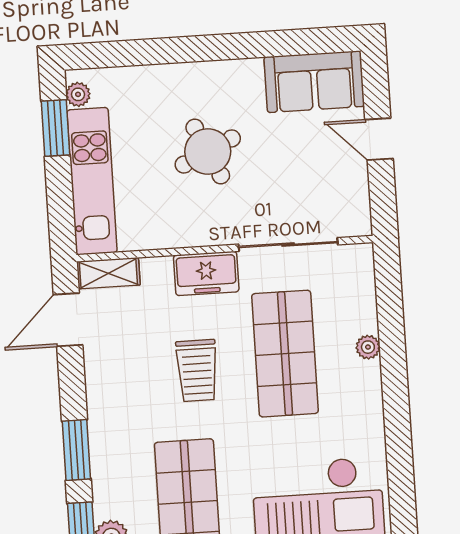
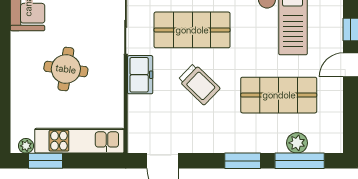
round table: (208, 152) -> (66, 69), turned 33
shelving: (108, 273) -> (136, 134), removed
trolley: (197, 371) -> (199, 84), turned 44

